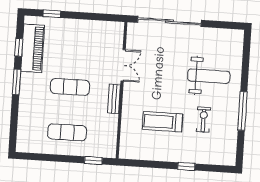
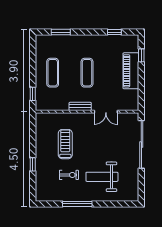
piano: (33, 48) -> (131, 71), moved, turned 90
weight bench: (209, 76) -> (102, 177), turned 90
window: (17, 82) -> (61, 32), moved

